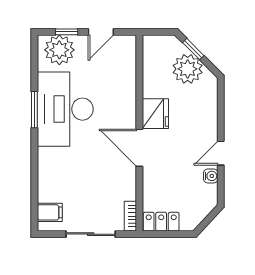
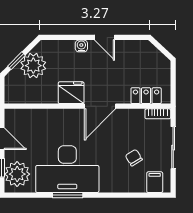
water cooler: (211, 176) -> (81, 46), moved
chair: (79, 188) -> (134, 158), added
locker: (161, 222) -> (146, 96), moved, turned 90

